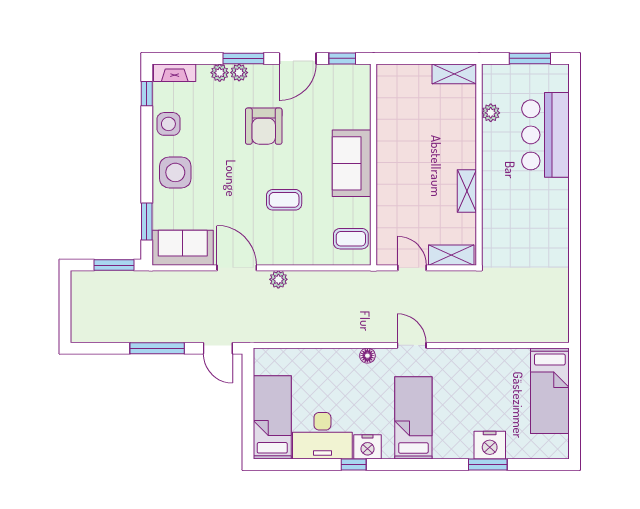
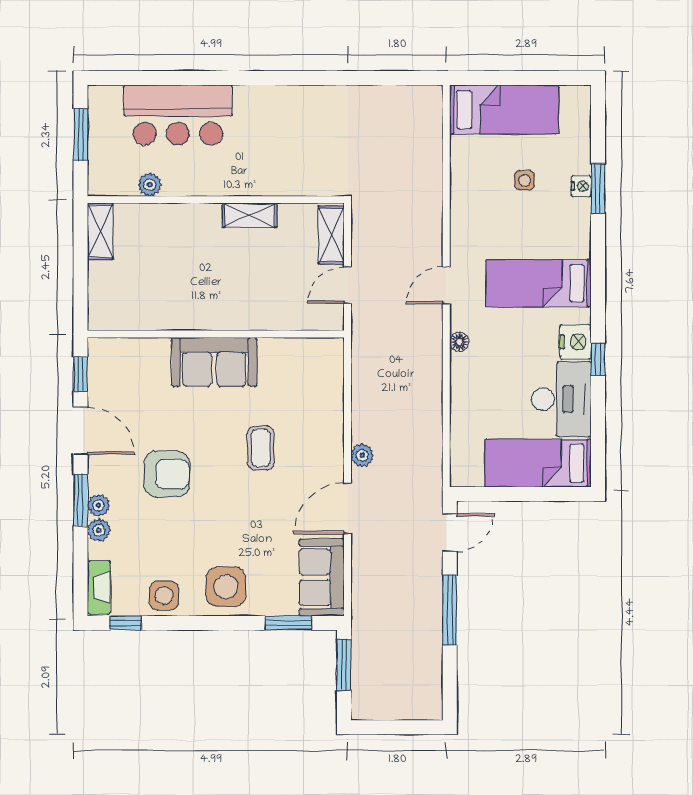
coffee table: (351, 239) -> (310, 363), removed
side table: (494, 407) -> (524, 180), added
nightstand: (490, 445) -> (581, 186), width x0.53, depth x0.56

